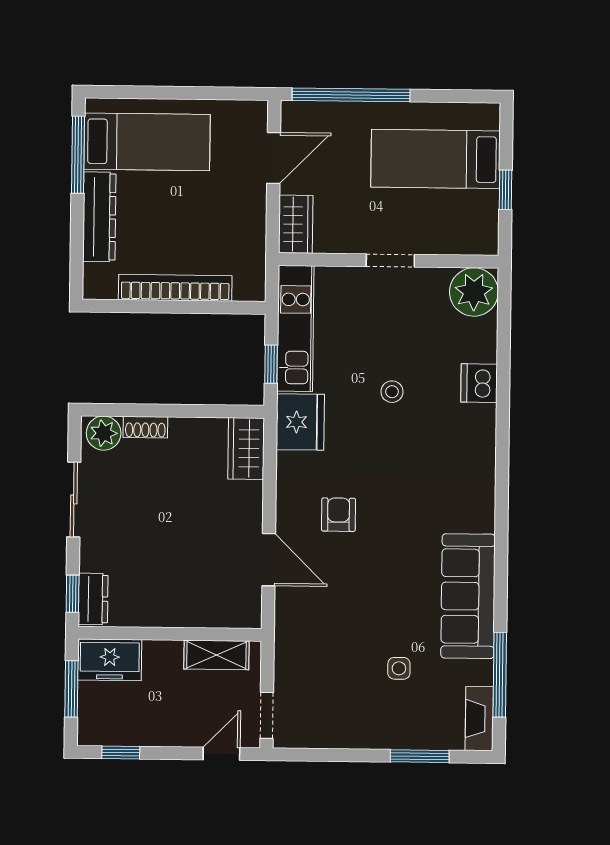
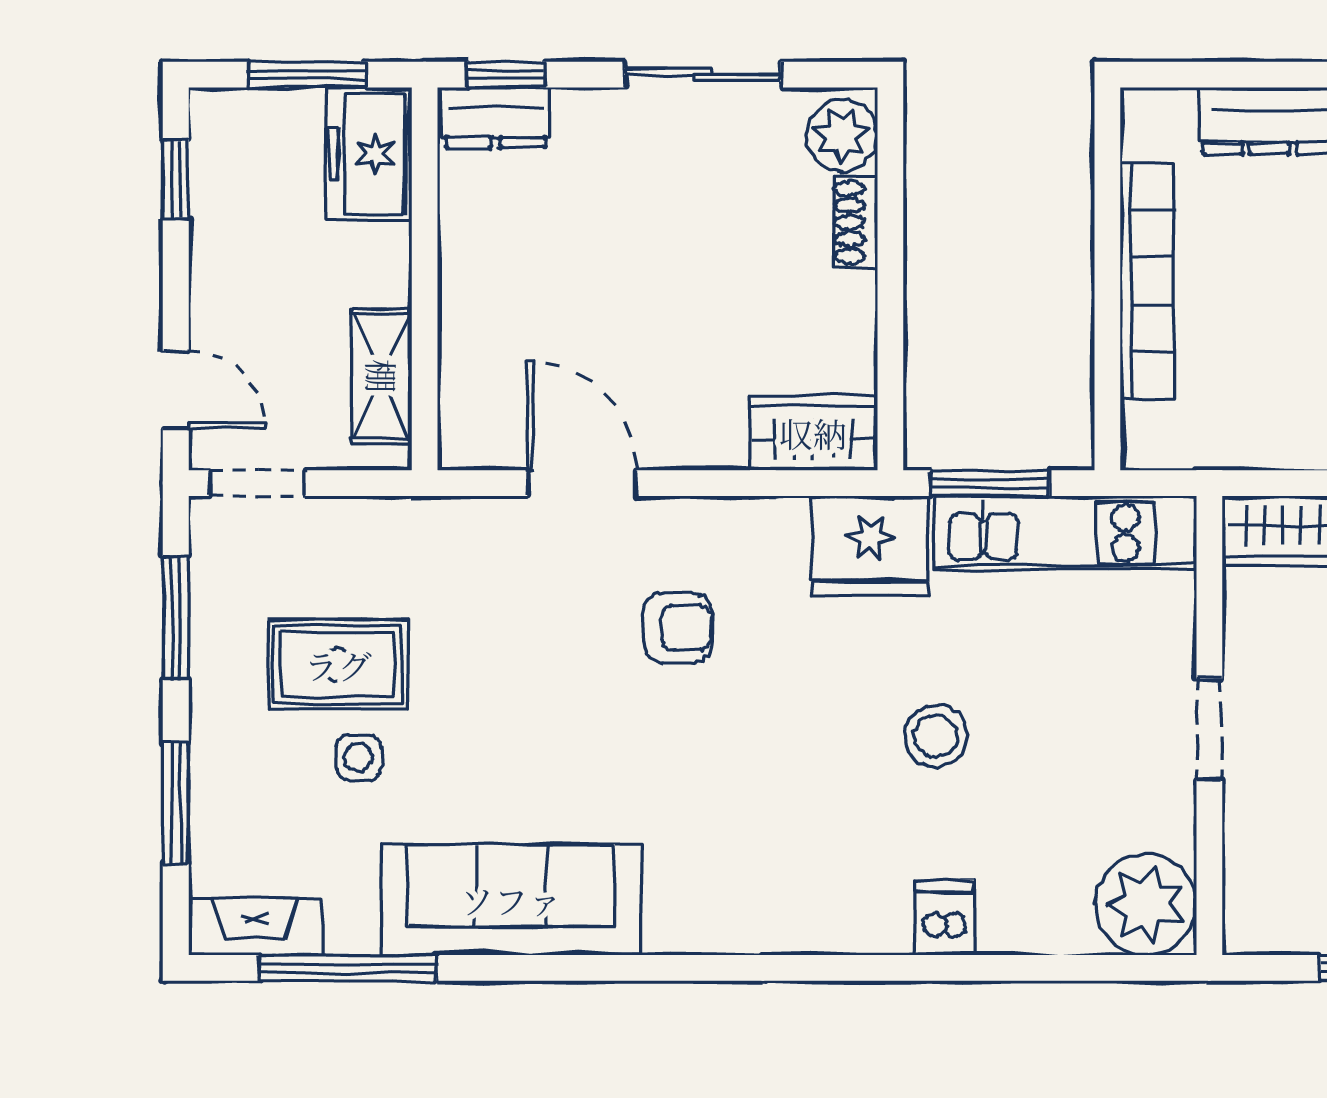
window: (271, 364) -> (990, 483), width x1.50
dishwasher: (479, 383) -> (945, 918), width x0.73
stool: (392, 392) -> (936, 736), width x1.37, depth x1.37
door: (269, 560) -> (582, 483), swing flipped
rug: (354, 678) -> (338, 665), added
window: (331, 755) -> (176, 617), added

